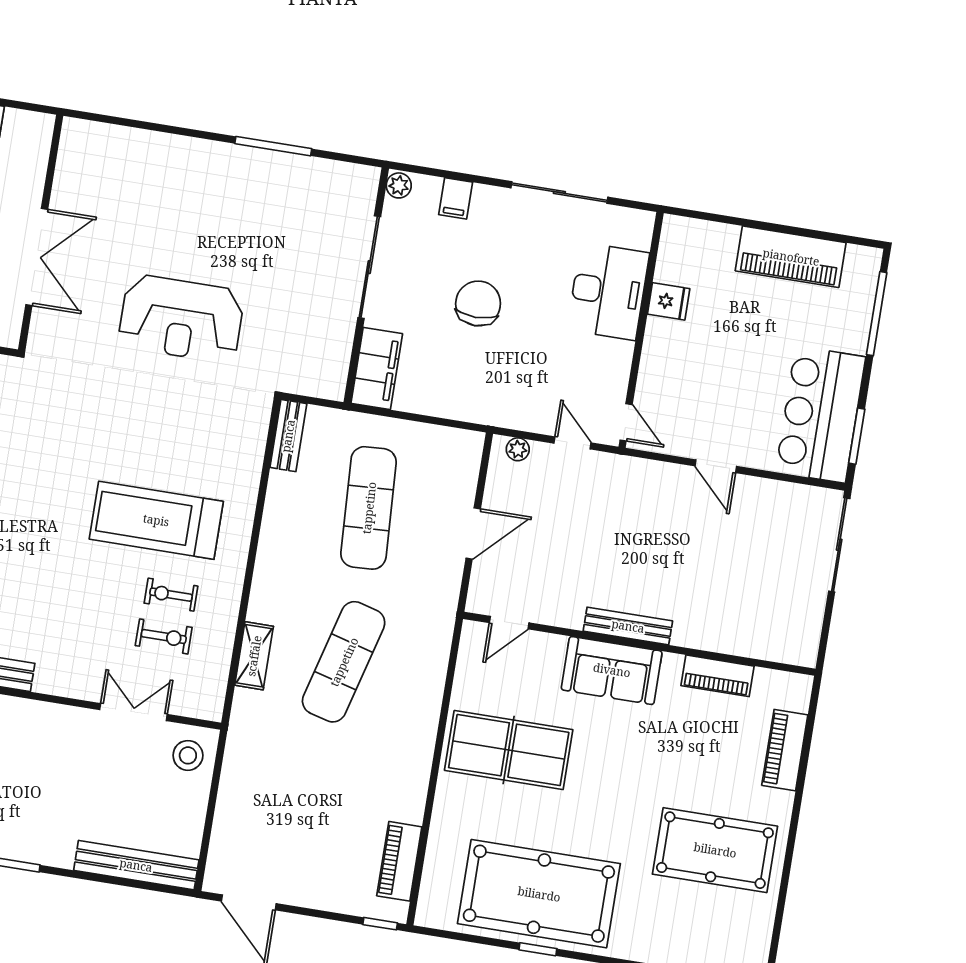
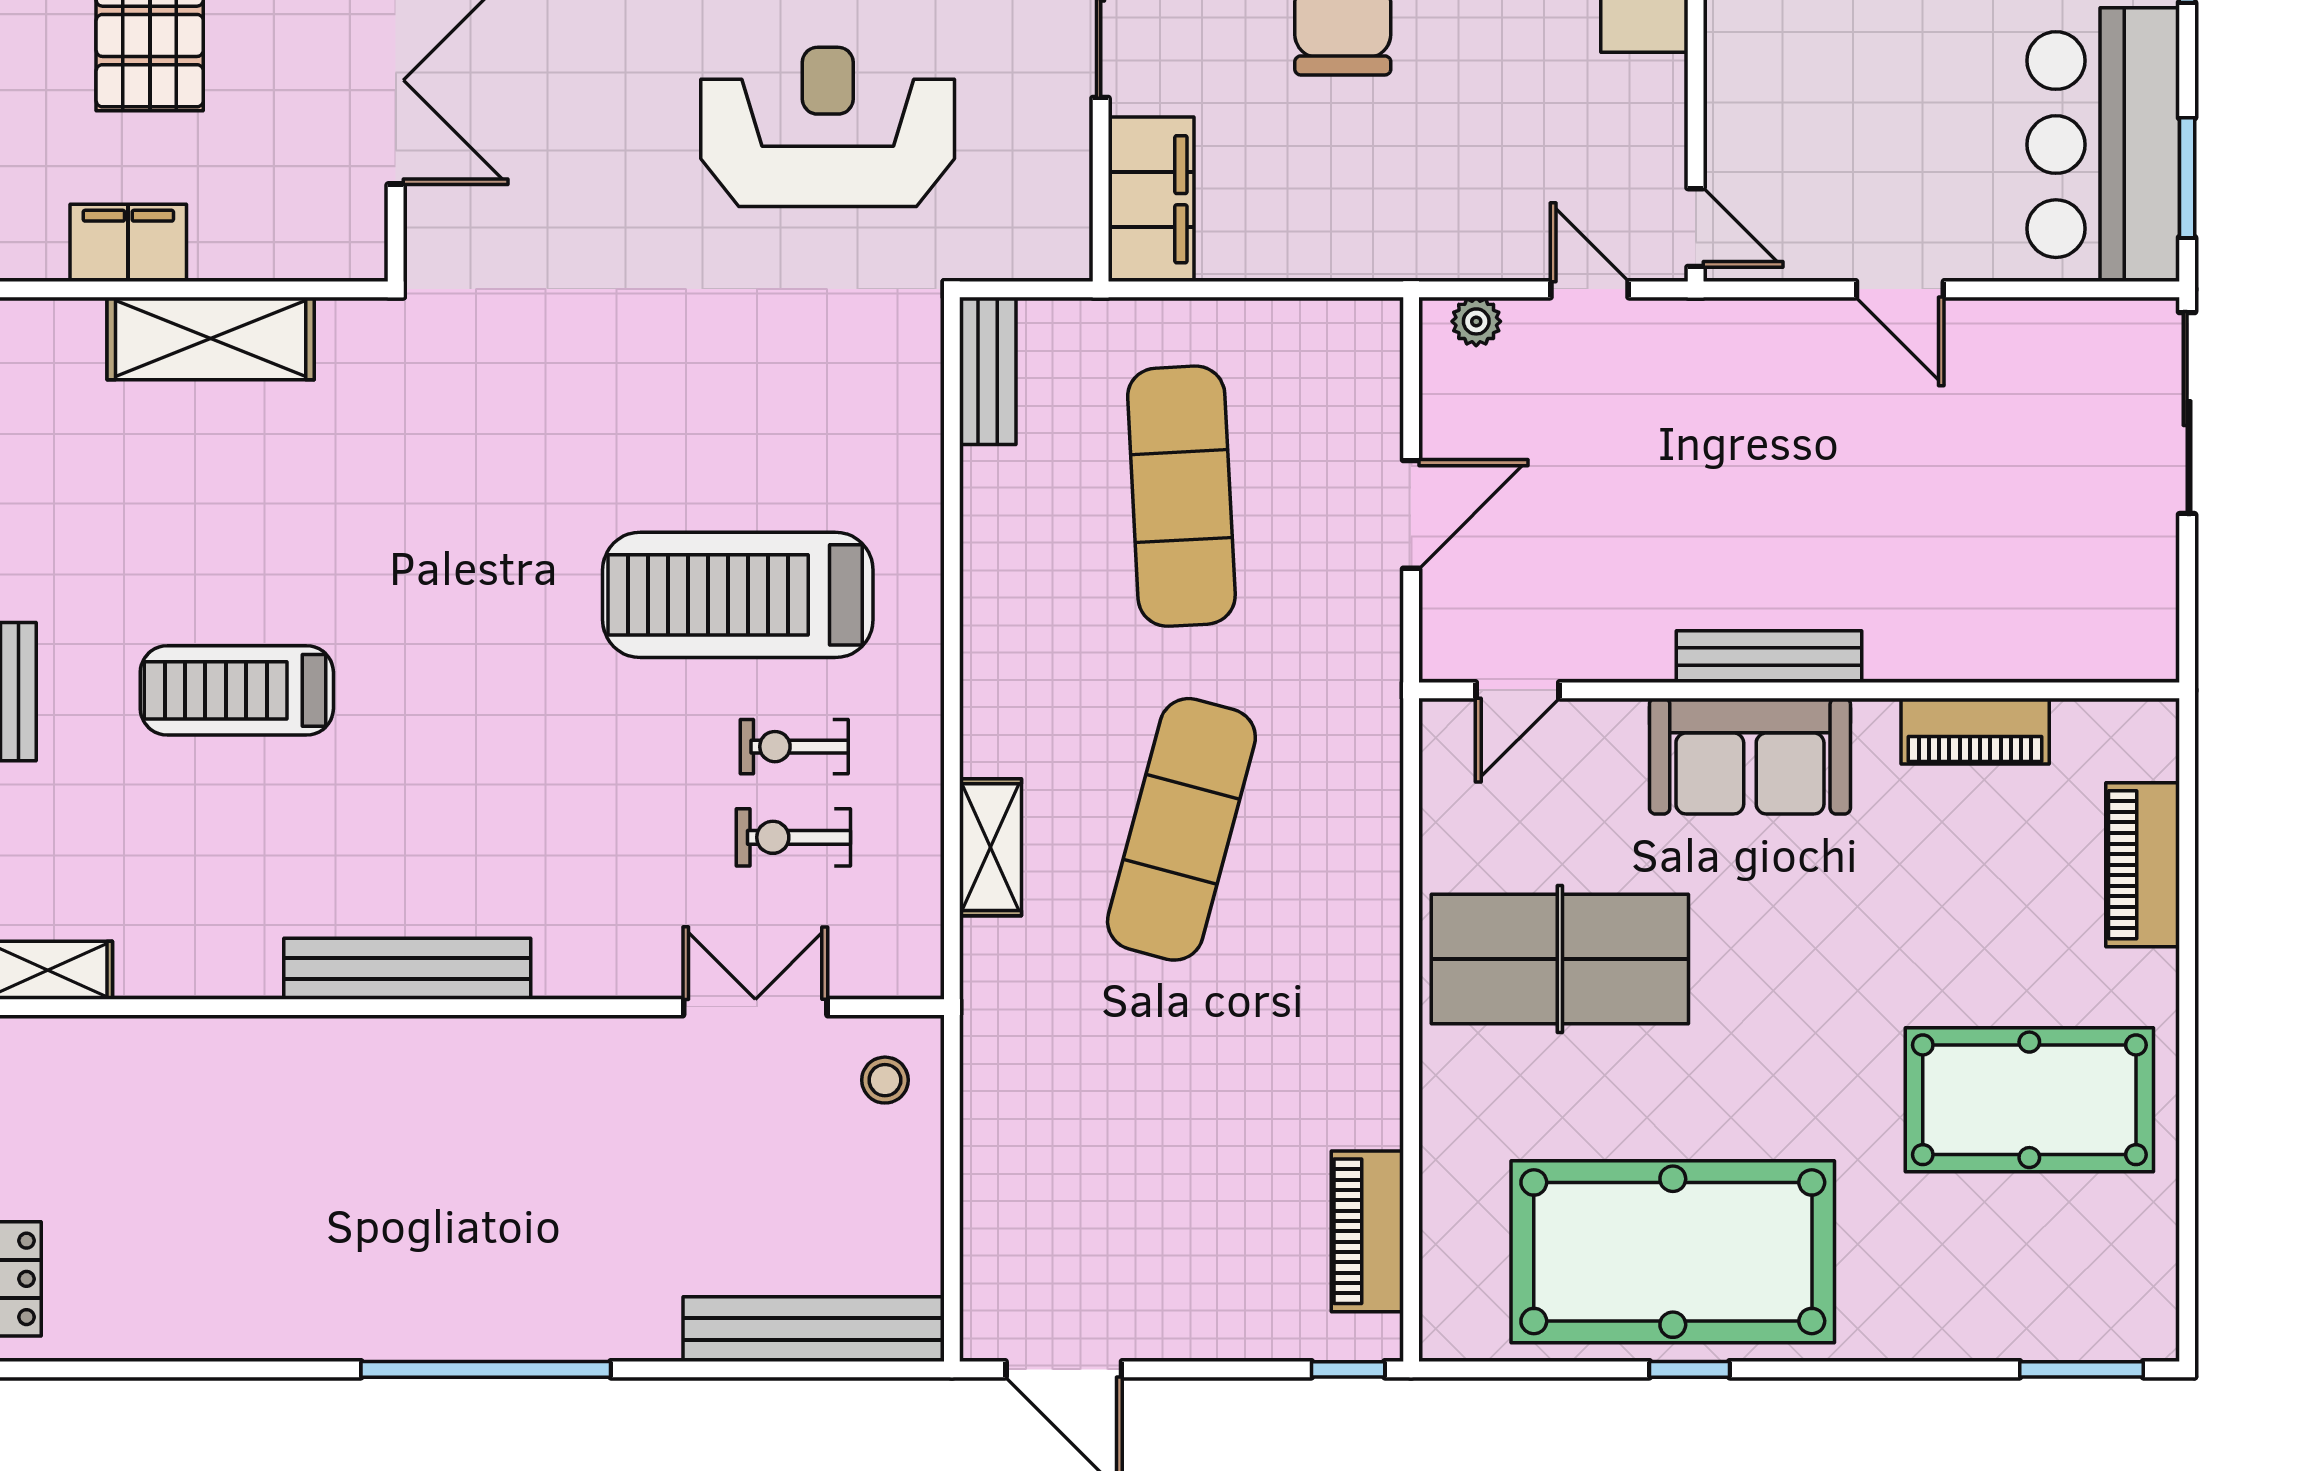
reception desk: (181, 319) -> (828, 127), moved, turned 180
exercise bike: (164, 636) -> (793, 837), turned 180
stool: (188, 755) -> (885, 1080), width x0.73, depth x0.73

